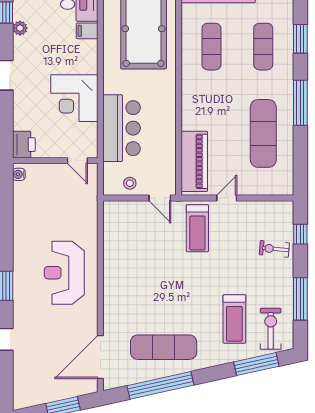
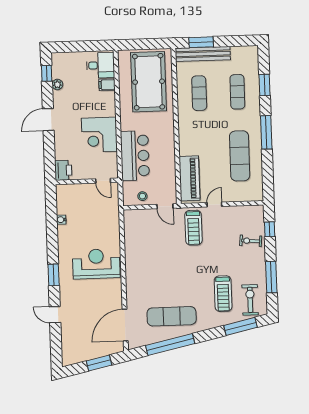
water cooler: (19, 174) -> (61, 220), moved
reception desk: (64, 273) -> (96, 264), turned 90

